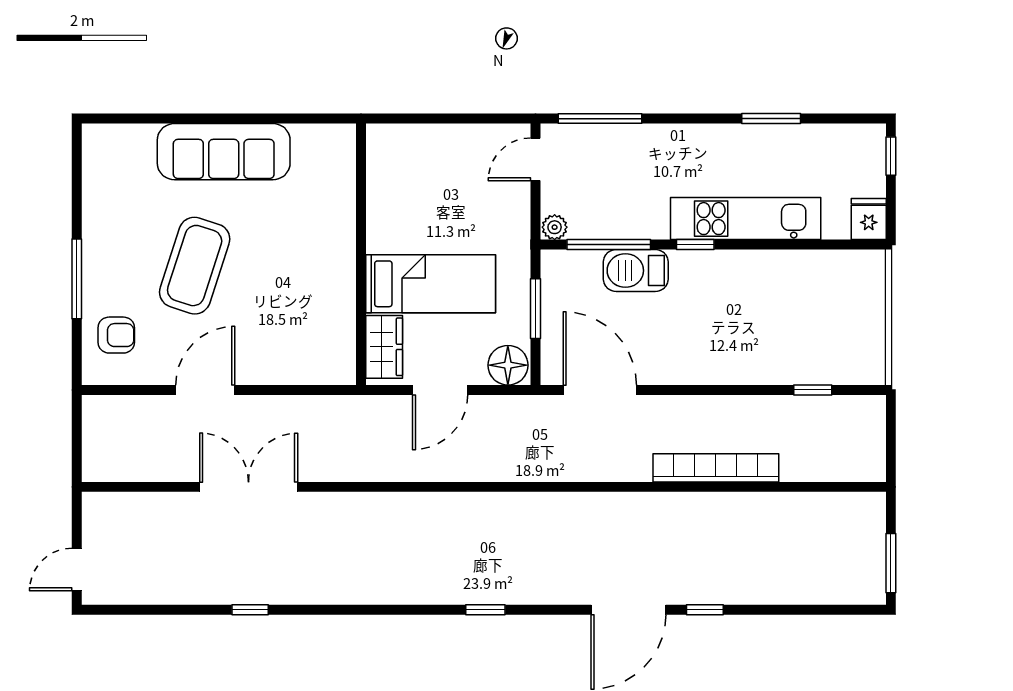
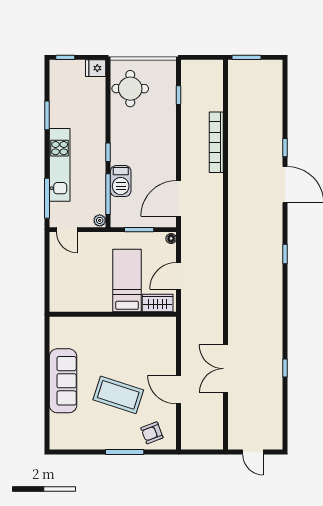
kitchen unit: (746, 219) -> (60, 165), moved, turned 180
round table: (826, 290) -> (130, 89), added
armchair: (116, 335) -> (152, 433), turned -111
floor lamp: (508, 365) -> (171, 238), width x0.53, depth x0.53
door: (440, 390) -> (179, 276), swing flipped
window: (891, 563) -> (247, 57), moved
door: (77, 569) -> (253, 452), moved

